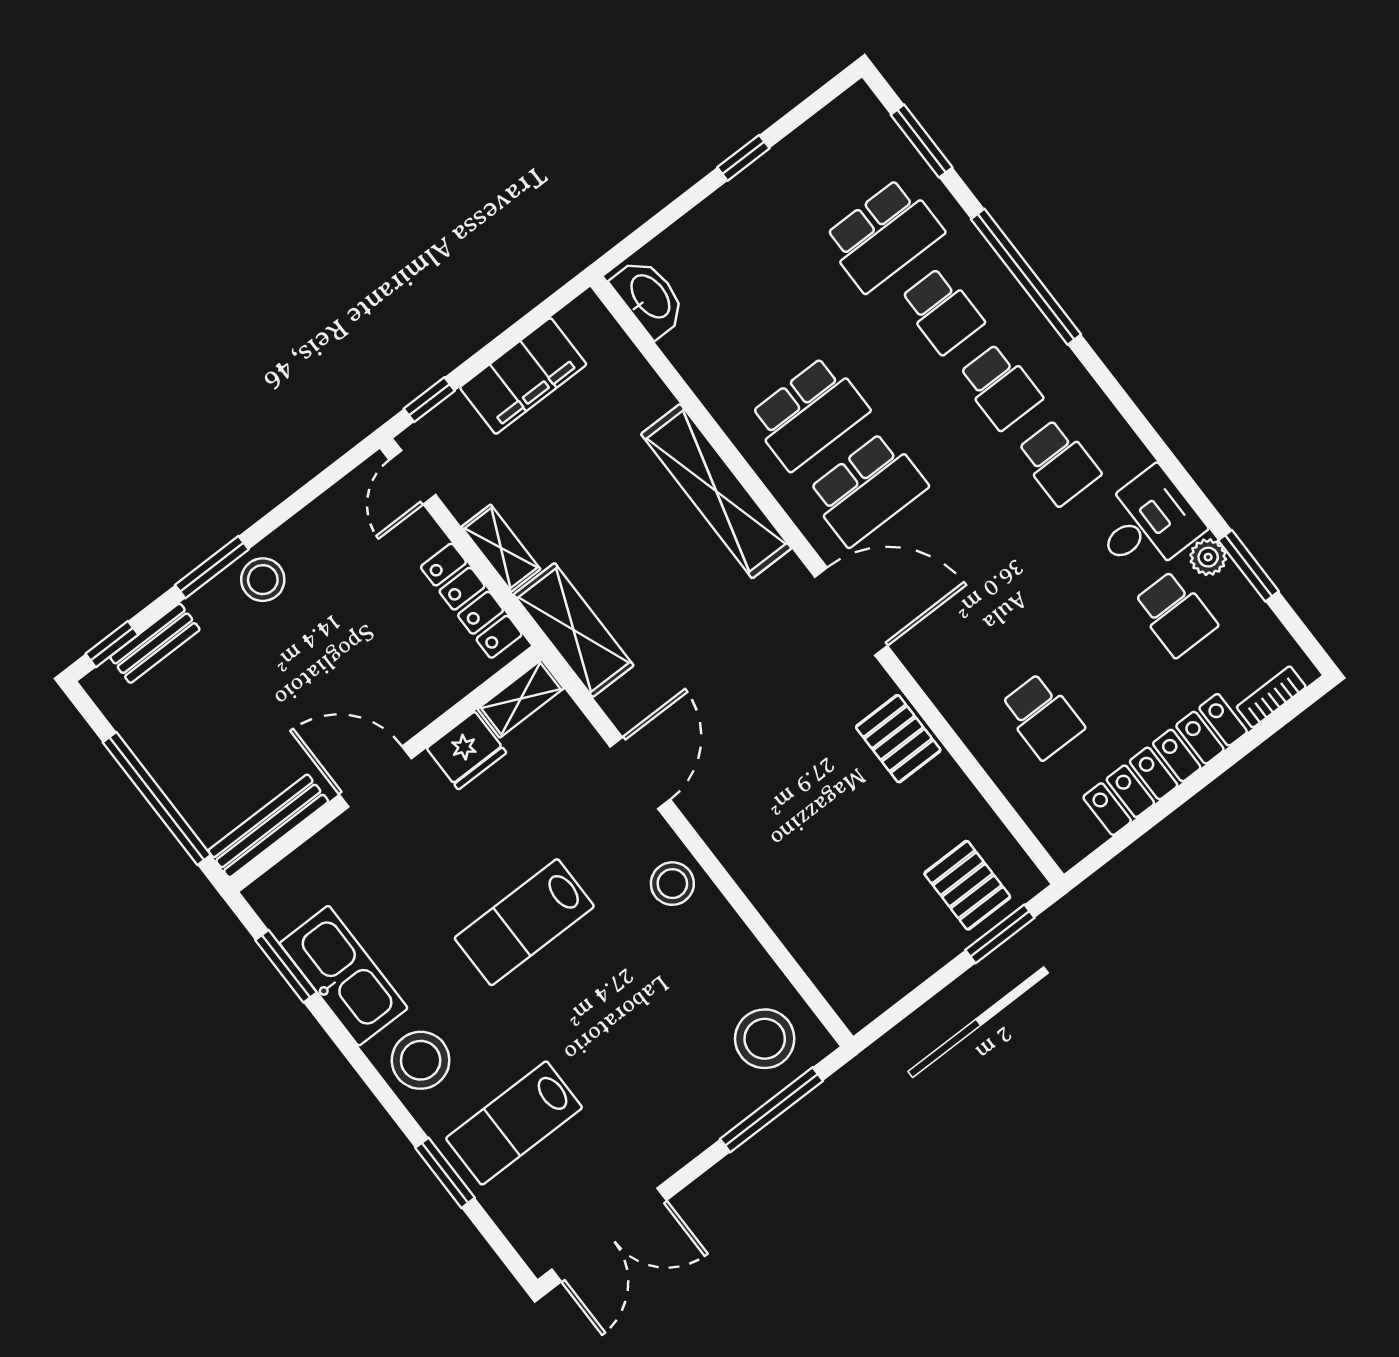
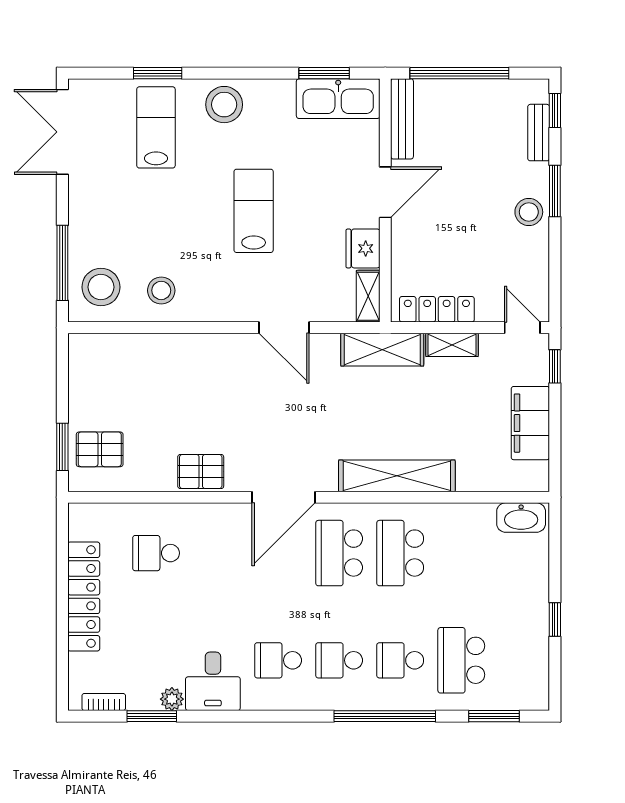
school desk: (1175, 614) -> (156, 660), removed
bookcase: (1271, 697) -> (104, 702), moved, turned -90
stool: (672, 884) -> (161, 290), moved
kitchen sink: (344, 976) -> (338, 99), moved

